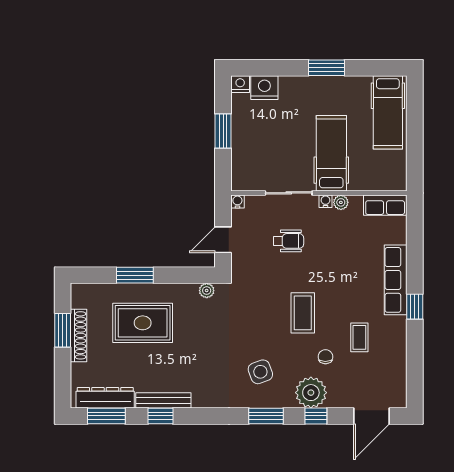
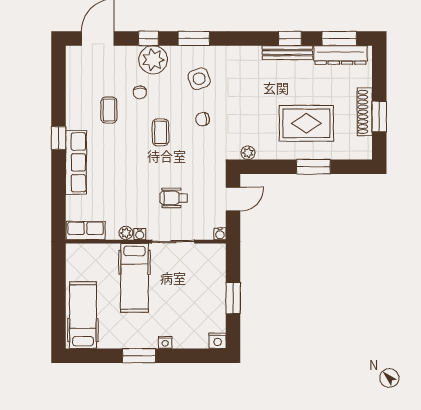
nightstand: (264, 88) -> (165, 342), moved, width x0.53, depth x0.56
coffee table: (303, 313) -> (161, 132), width x0.73, depth x0.77
chair: (257, 327) -> (203, 119), added

